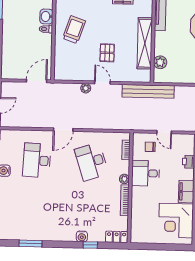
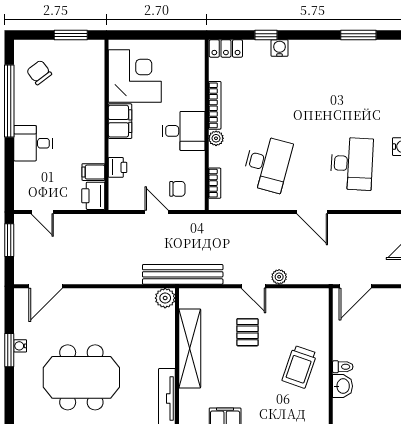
plant: (160, 62) -> (165, 298), moved
door: (63, 130) -> (312, 212), swing flipped
desk: (92, 162) -> (267, 164), turned 33
desk: (146, 173) -> (184, 131), moved

